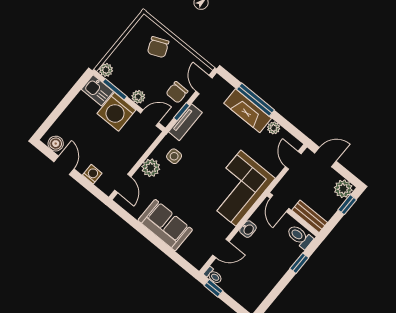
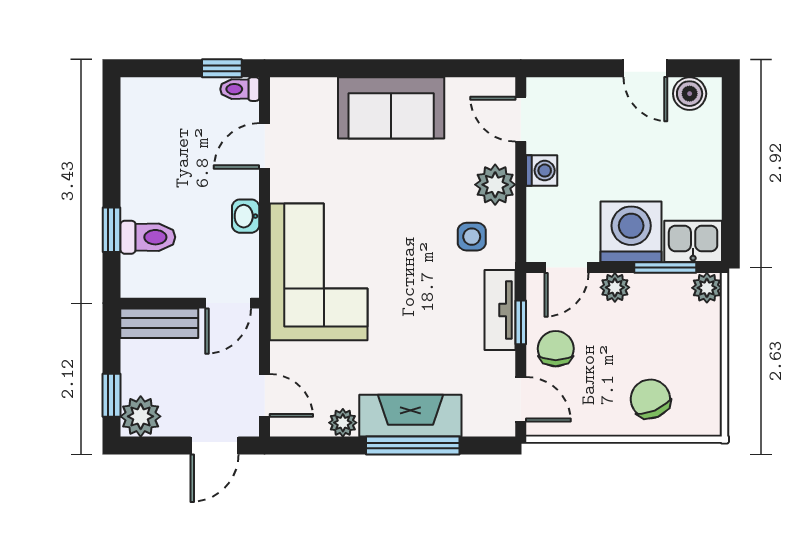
washing machine: (92, 174) -> (542, 171), moved, turned -90
door: (279, 203) -> (228, 303), swing flipped
toilet: (300, 237) -> (148, 237), moved

